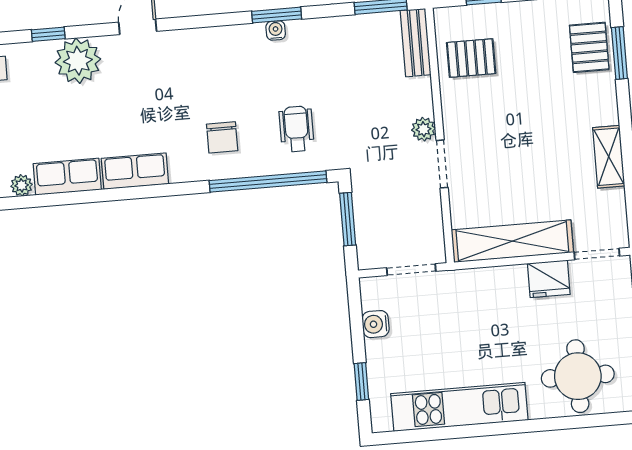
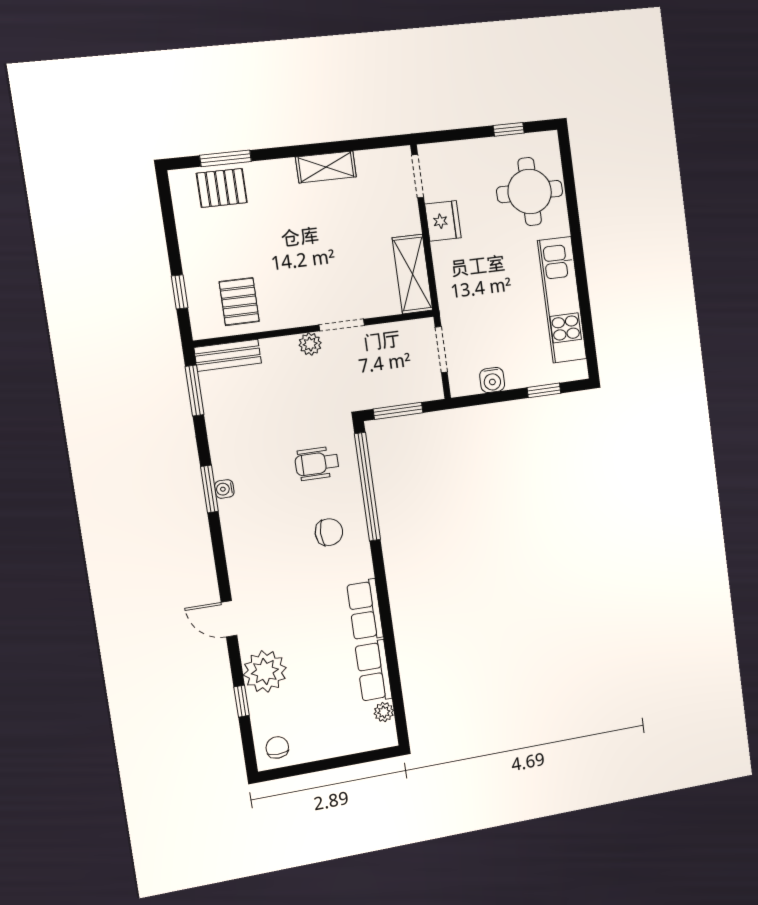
shelving: (512, 241) -> (412, 274), width x0.68

